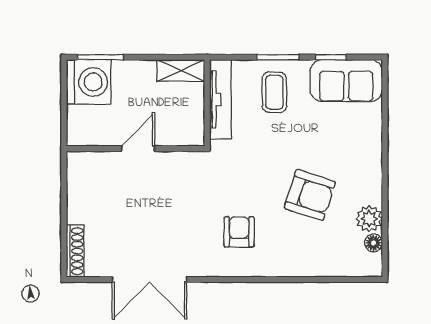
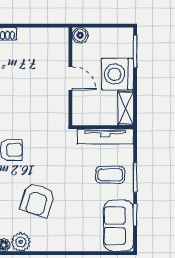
washing machine: (89, 82) -> (118, 74), moved, turned 90
boiler: (77, 135) -> (80, 35), added

